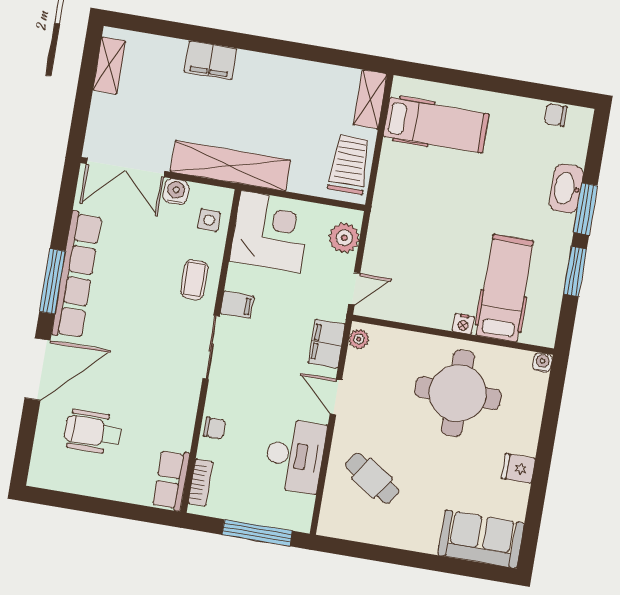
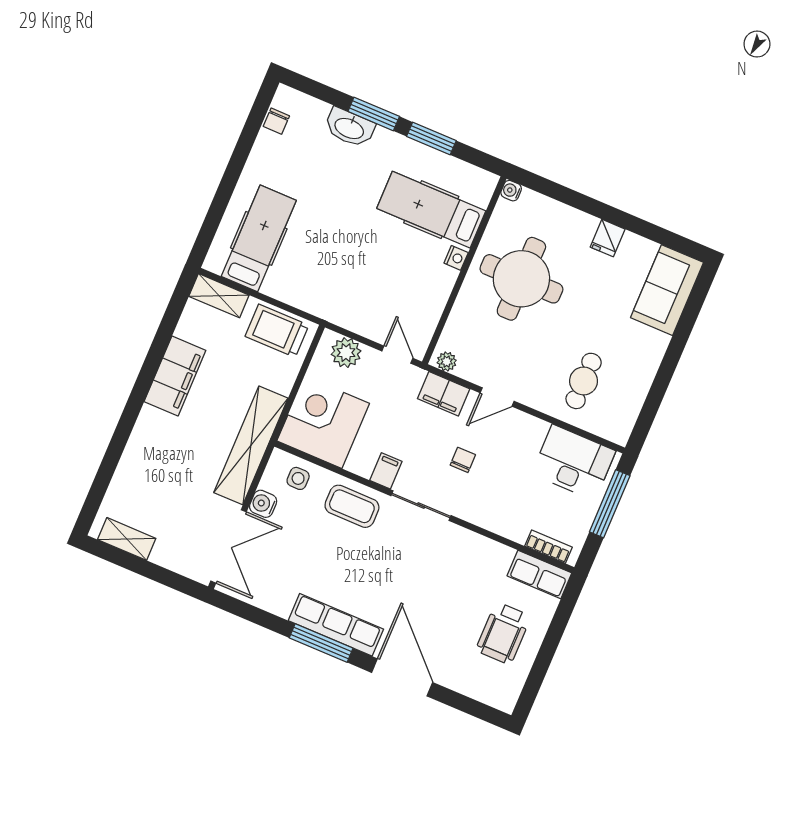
filing cabinet: (210, 60) -> (175, 376), moved, width x1.50, depth x1.17
row of seats: (77, 275) -> (336, 625), width x0.73
coffee table: (194, 280) -> (352, 506), width x1.36, depth x1.30
chair: (214, 428) -> (463, 460), moved
wheelchair: (92, 432) -> (503, 633), moved
desk: (295, 456) -> (573, 462), moved
cafe table: (372, 478) -> (584, 381), turned -33

